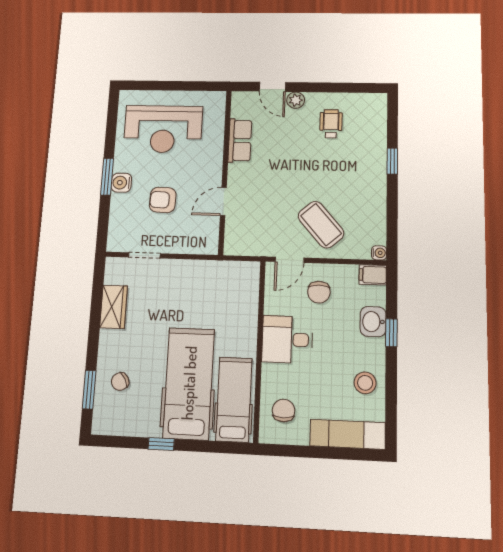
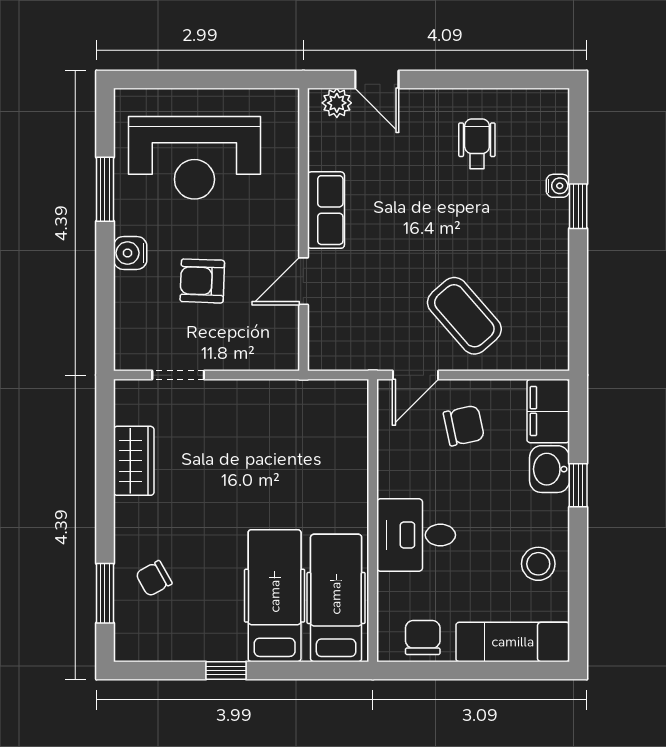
plant: (296, 100) -> (337, 103), moved
row of seats: (240, 141) -> (326, 210), moved
window: (107, 177) -> (105, 189), moved
water cooler: (379, 253) -> (558, 186), moved
filing cabinet: (373, 275) -> (548, 411), width x2.00
chair: (319, 292) -> (464, 426), turned -102
desk: (287, 339) -> (416, 535), moved
hospital bed: (189, 383) -> (275, 596), width x0.73, depth x0.78
chair: (284, 410) -> (423, 637), moved

